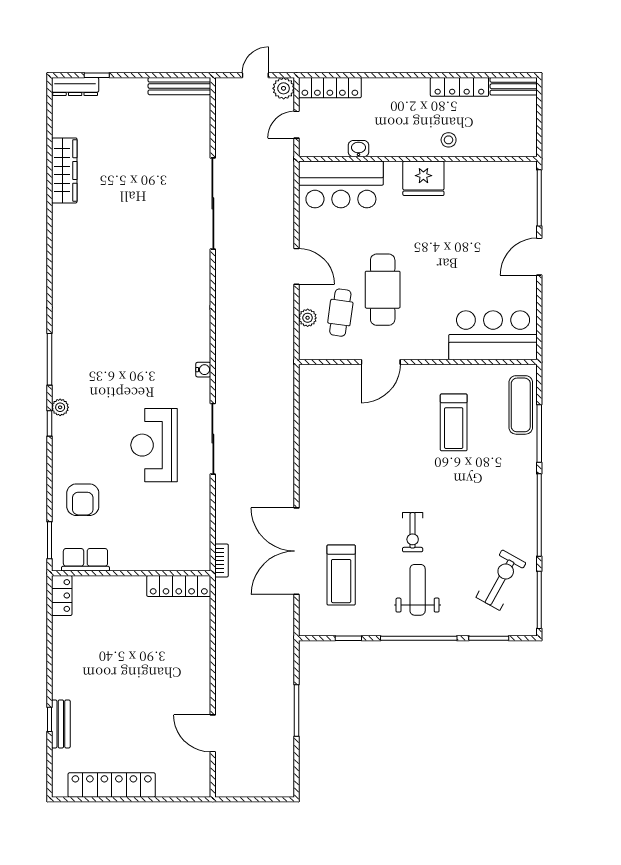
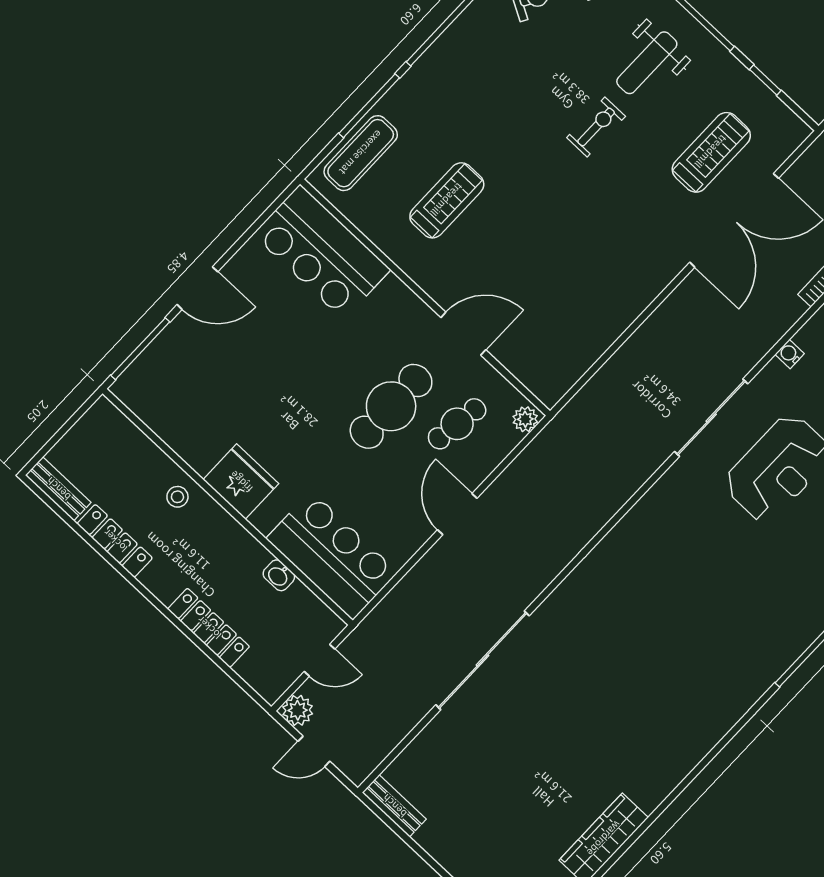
bench: (179, 86) -> (394, 806), width x0.73
locker: (330, 88) -> (209, 628), moved
plant: (308, 318) -> (525, 419), moved
water cooler: (203, 370) -> (790, 354), moved

